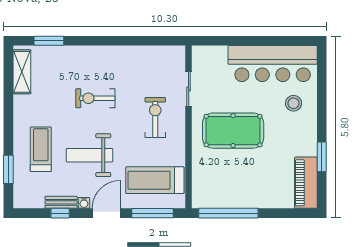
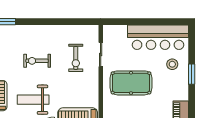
exercise bike: (155, 118) -> (76, 58), moved, turned 180
window: (322, 157) -> (192, 74), moved

